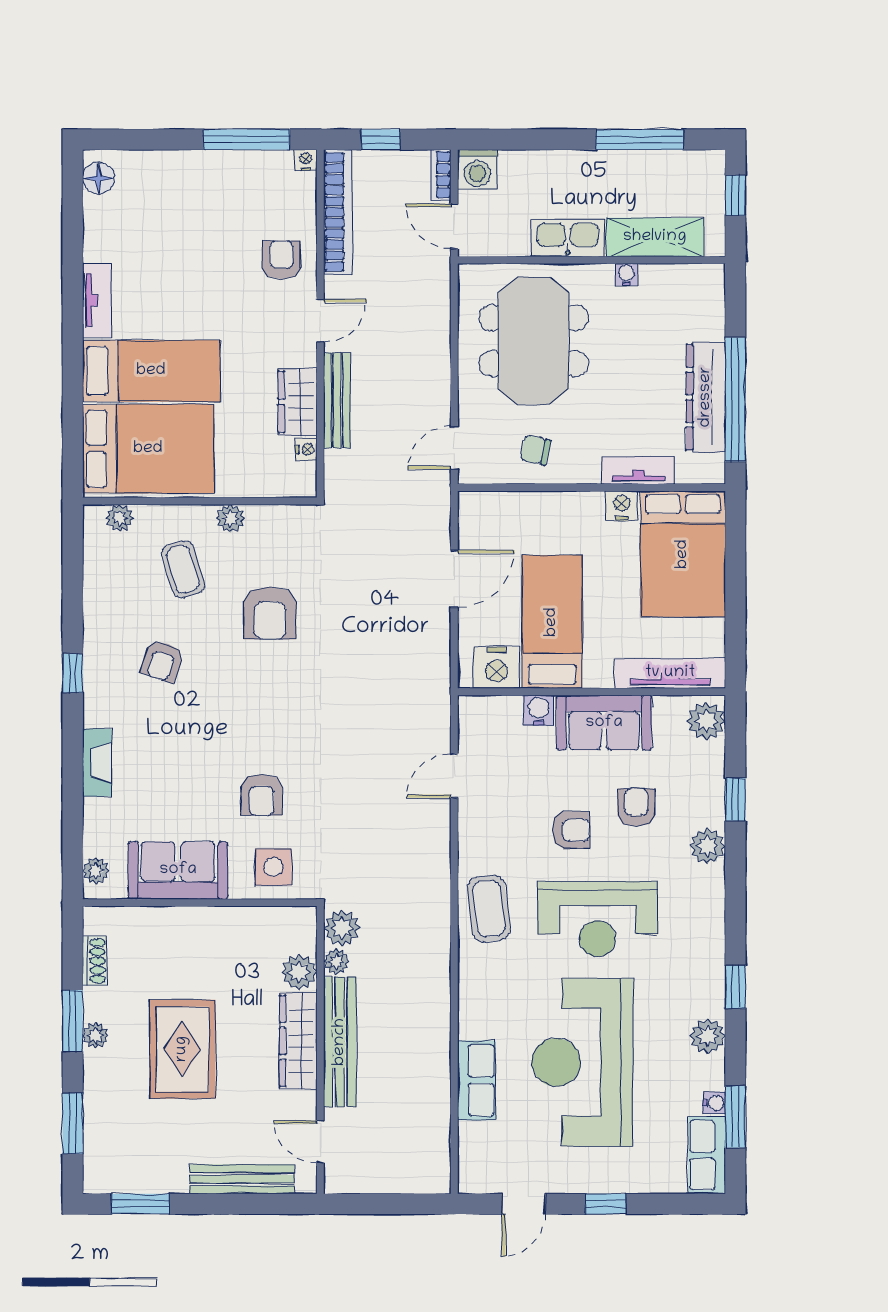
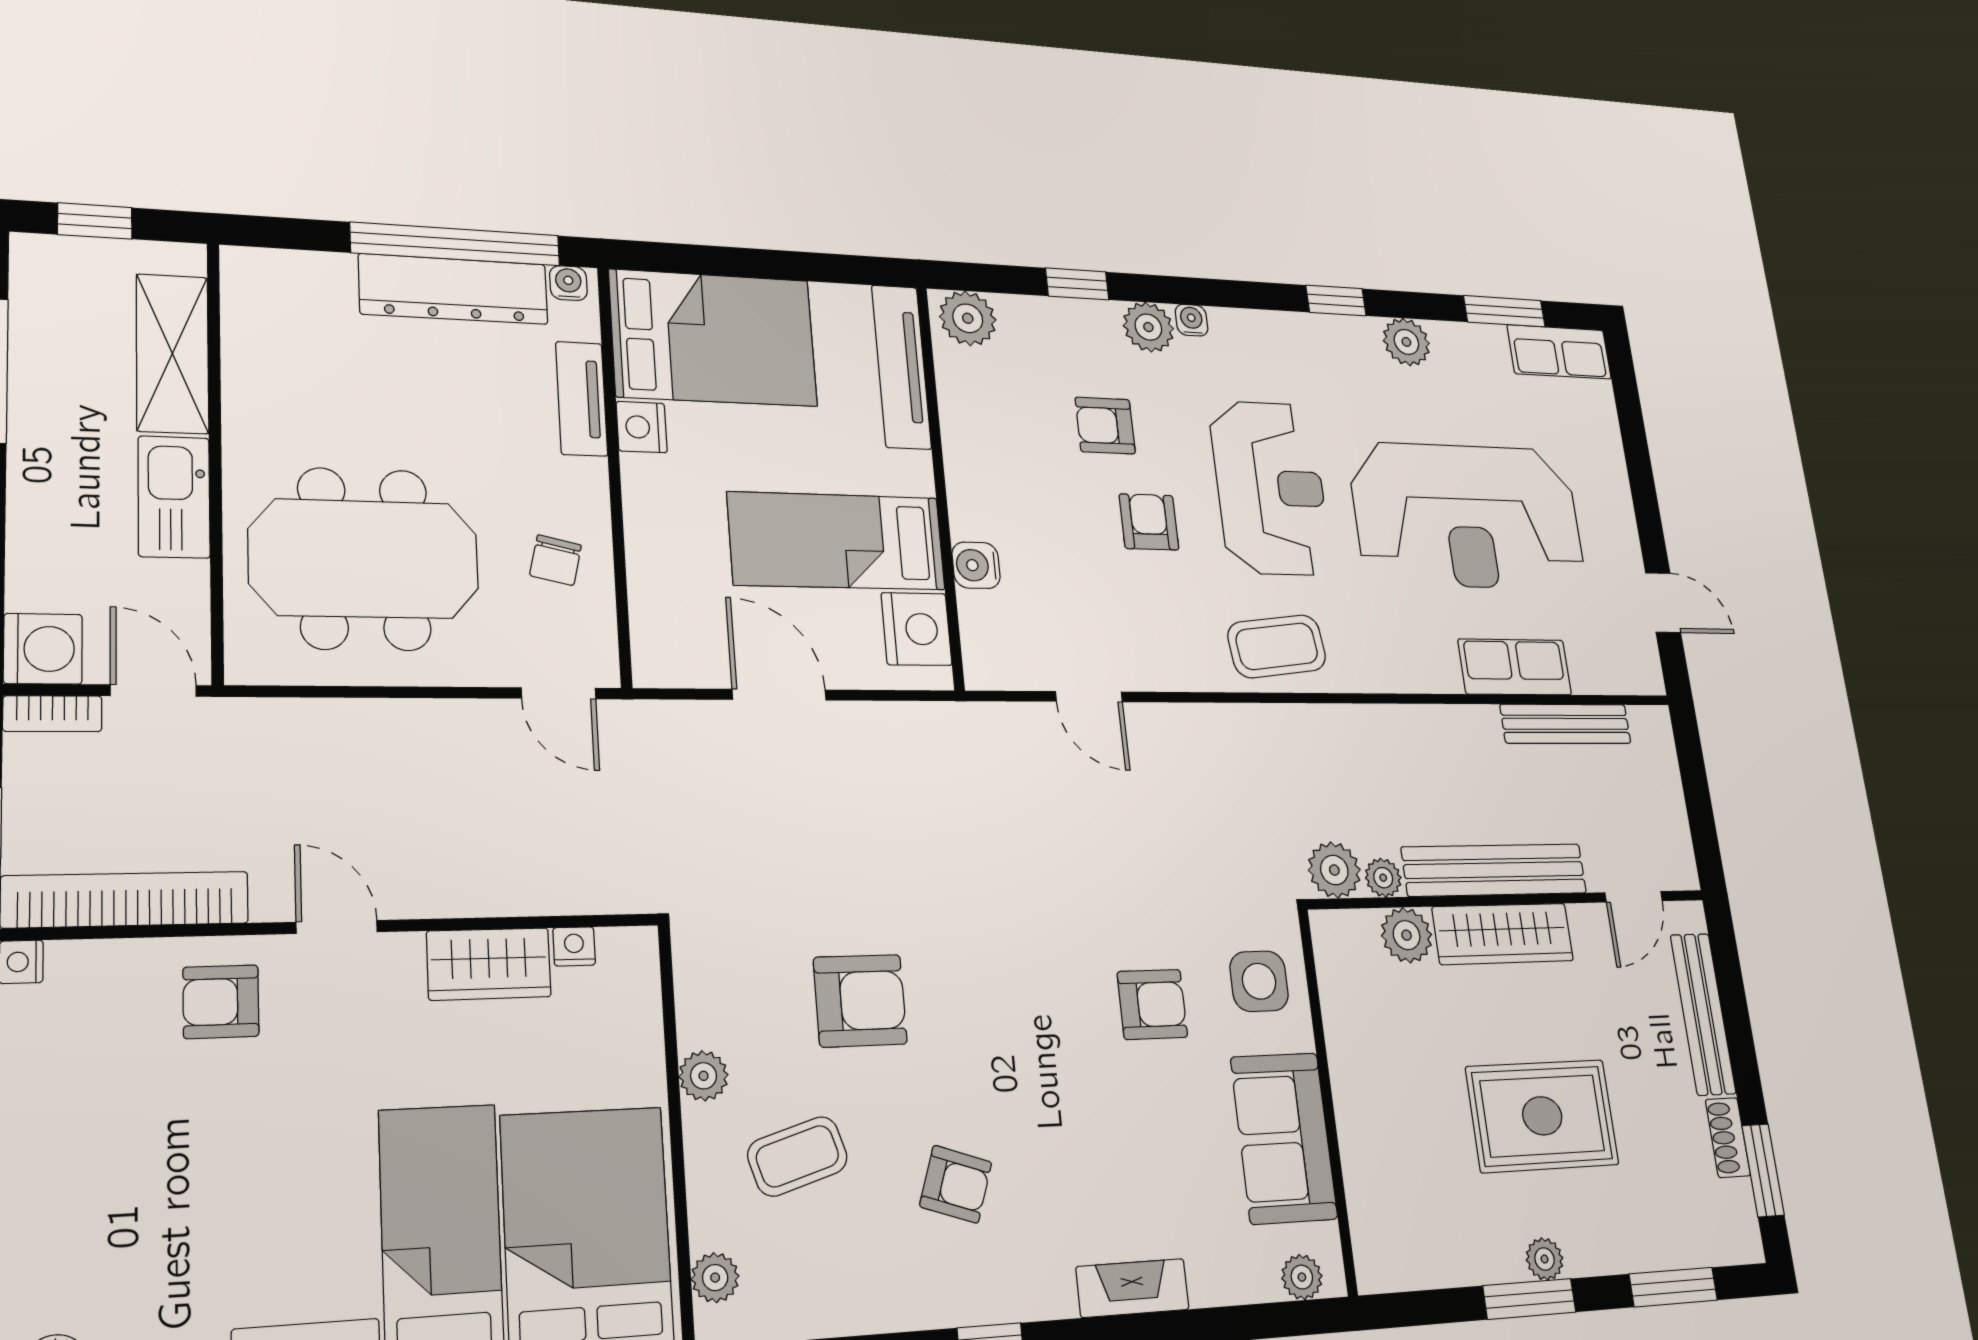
door: (454, 226) -> (153, 691), swing flipped
water cooler: (626, 275) -> (568, 283), moved, turned 90
bench: (337, 400) -> (1566, 724), moved
sofa: (604, 723) -> (985, 468), removed
shoe rack: (95, 961) -> (1728, 1138), moved, turned -90
water cooler: (714, 1103) -> (1192, 320), moved
window: (606, 1204) -> (1643, 490), removed

